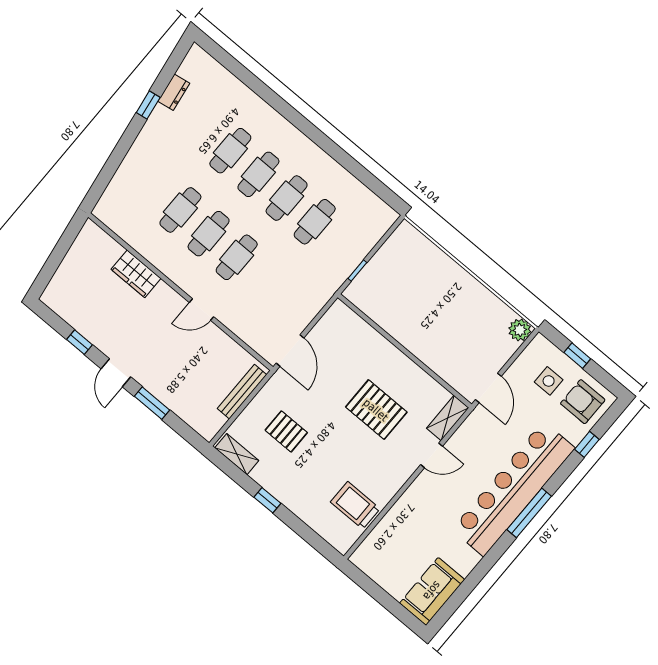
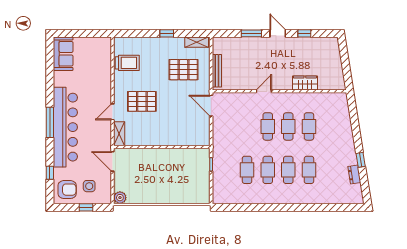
pallet: (376, 410) -> (142, 101), moved
pallet: (286, 431) -> (184, 70), width x1.50, depth x1.42

